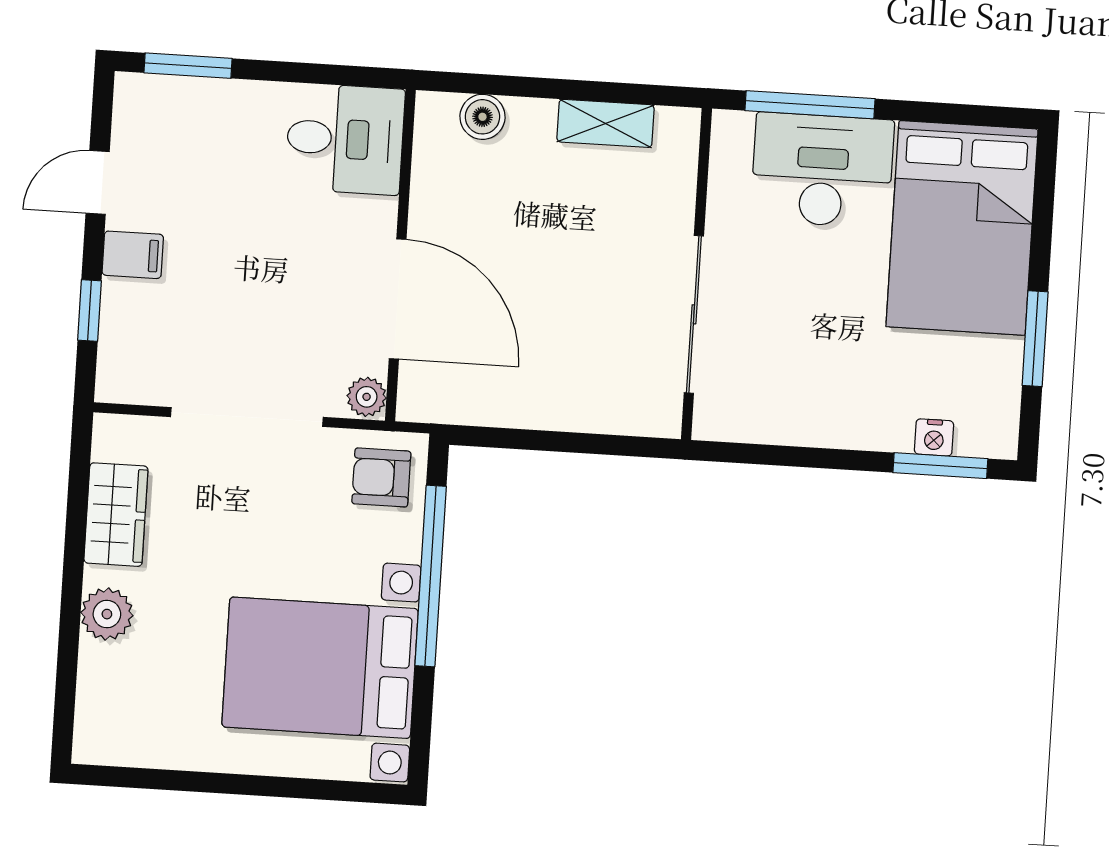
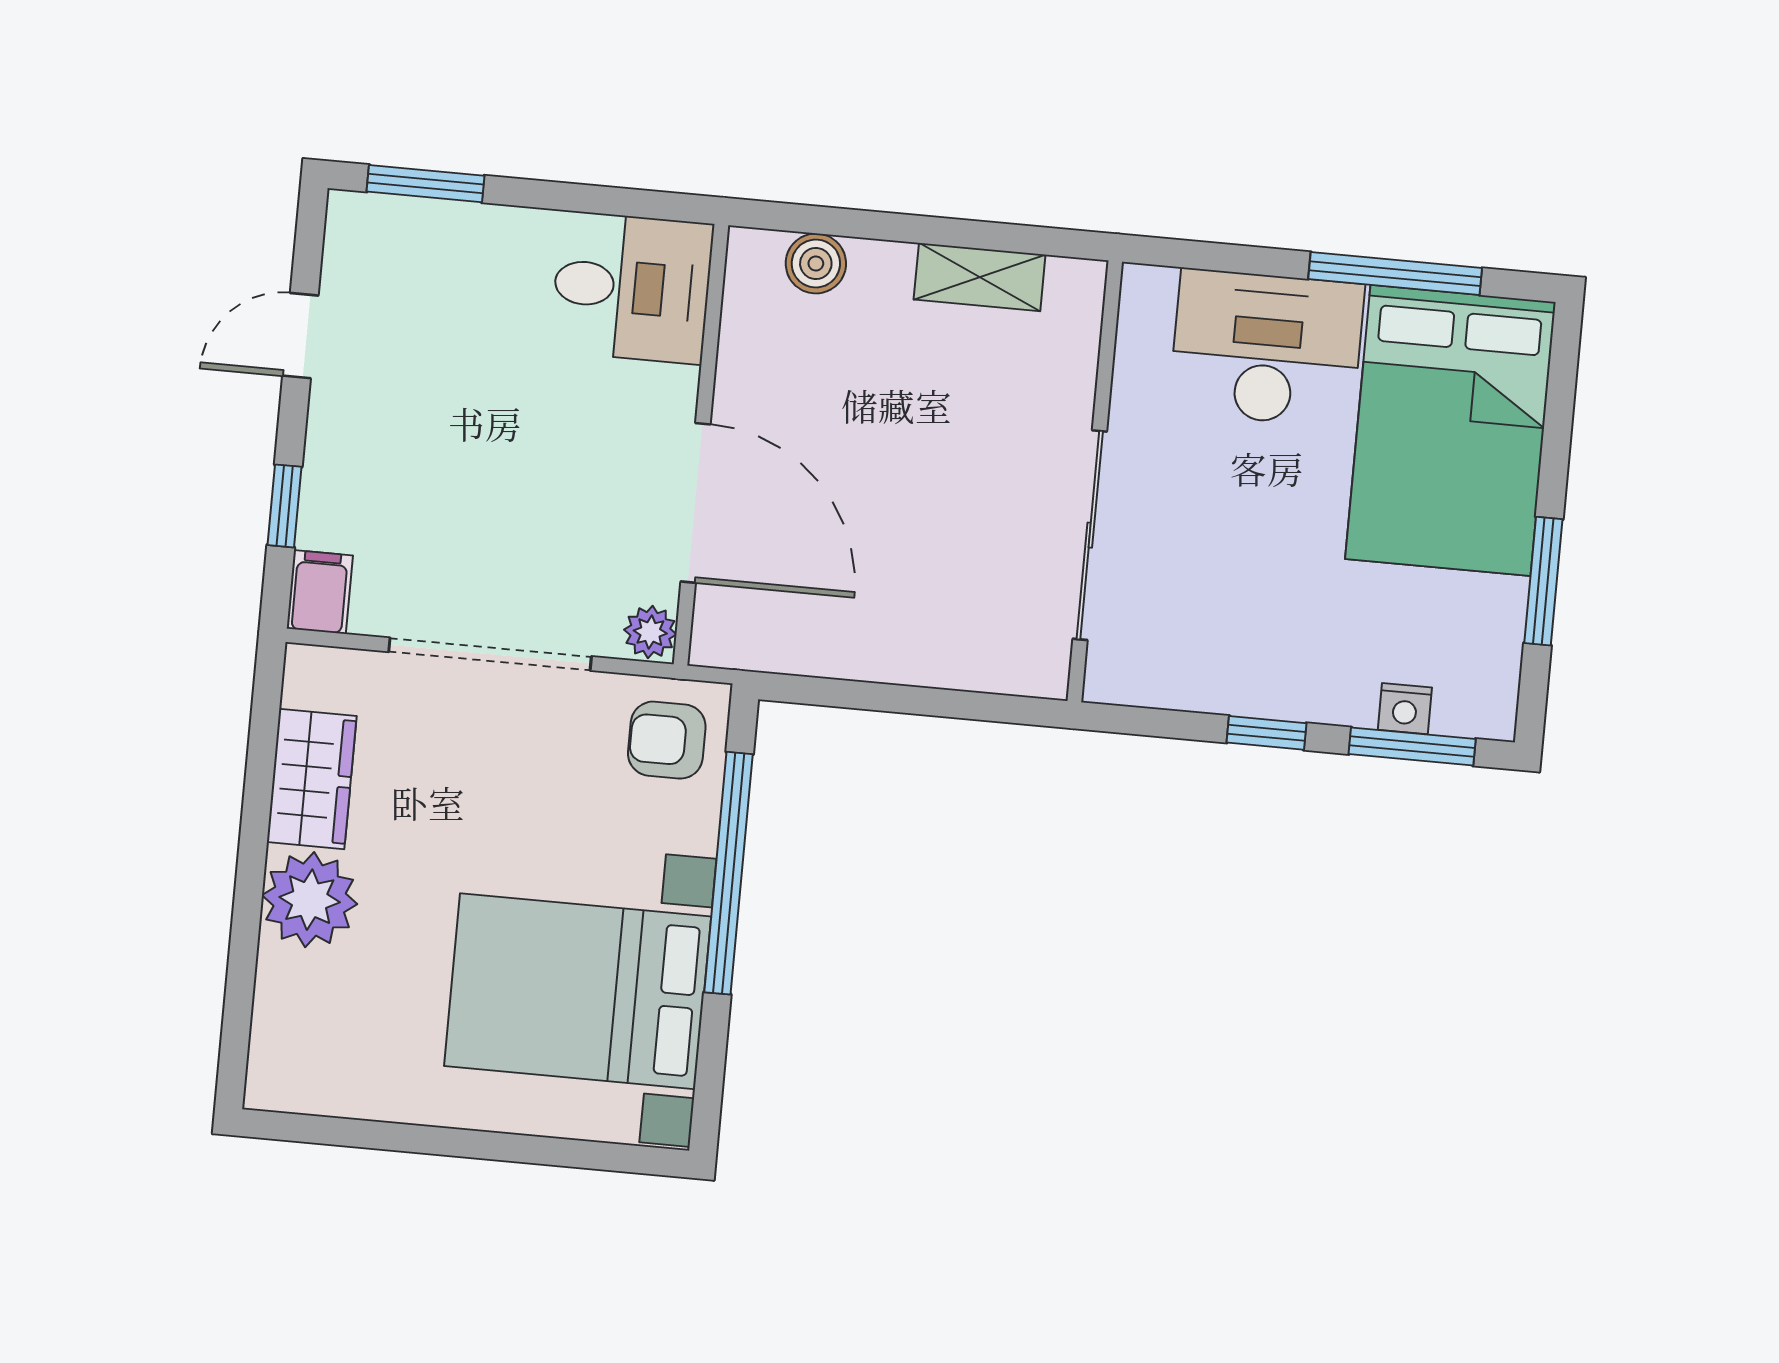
window: (810, 105) -> (1395, 274), moved
filing cabinet: (133, 255) -> (320, 592), moved, turned -90
window: (831, 459) -> (1267, 733), added
plant: (107, 614) -> (310, 900), width x1.36, depth x1.36

